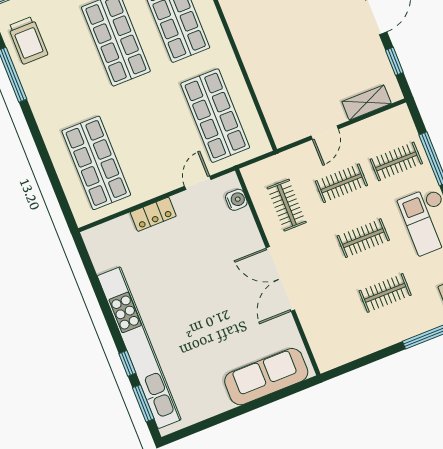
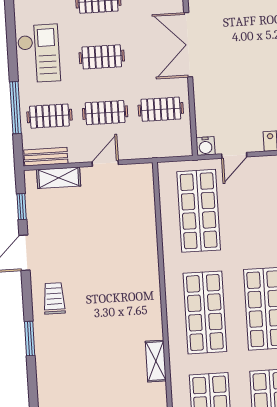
bench: (386, 120) -> (46, 157), added
water cooler: (236, 200) -> (205, 146), moved, turned -90
clothes rail: (287, 205) -> (161, 109), turned 90
double door: (280, 279) -> (188, 45), swing flipped

